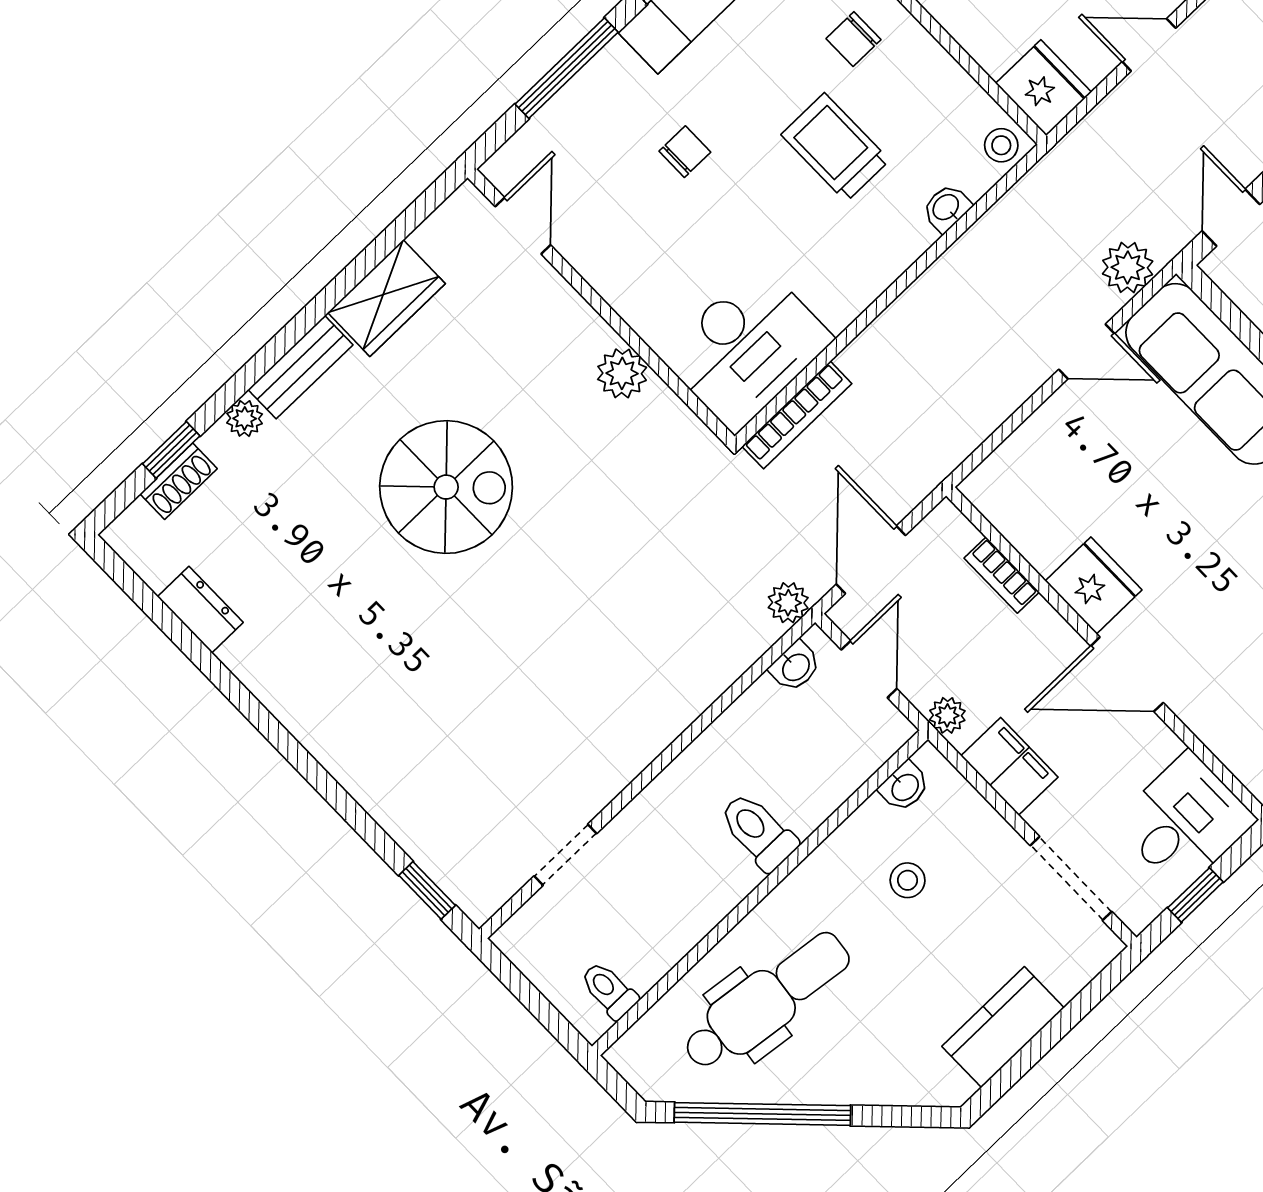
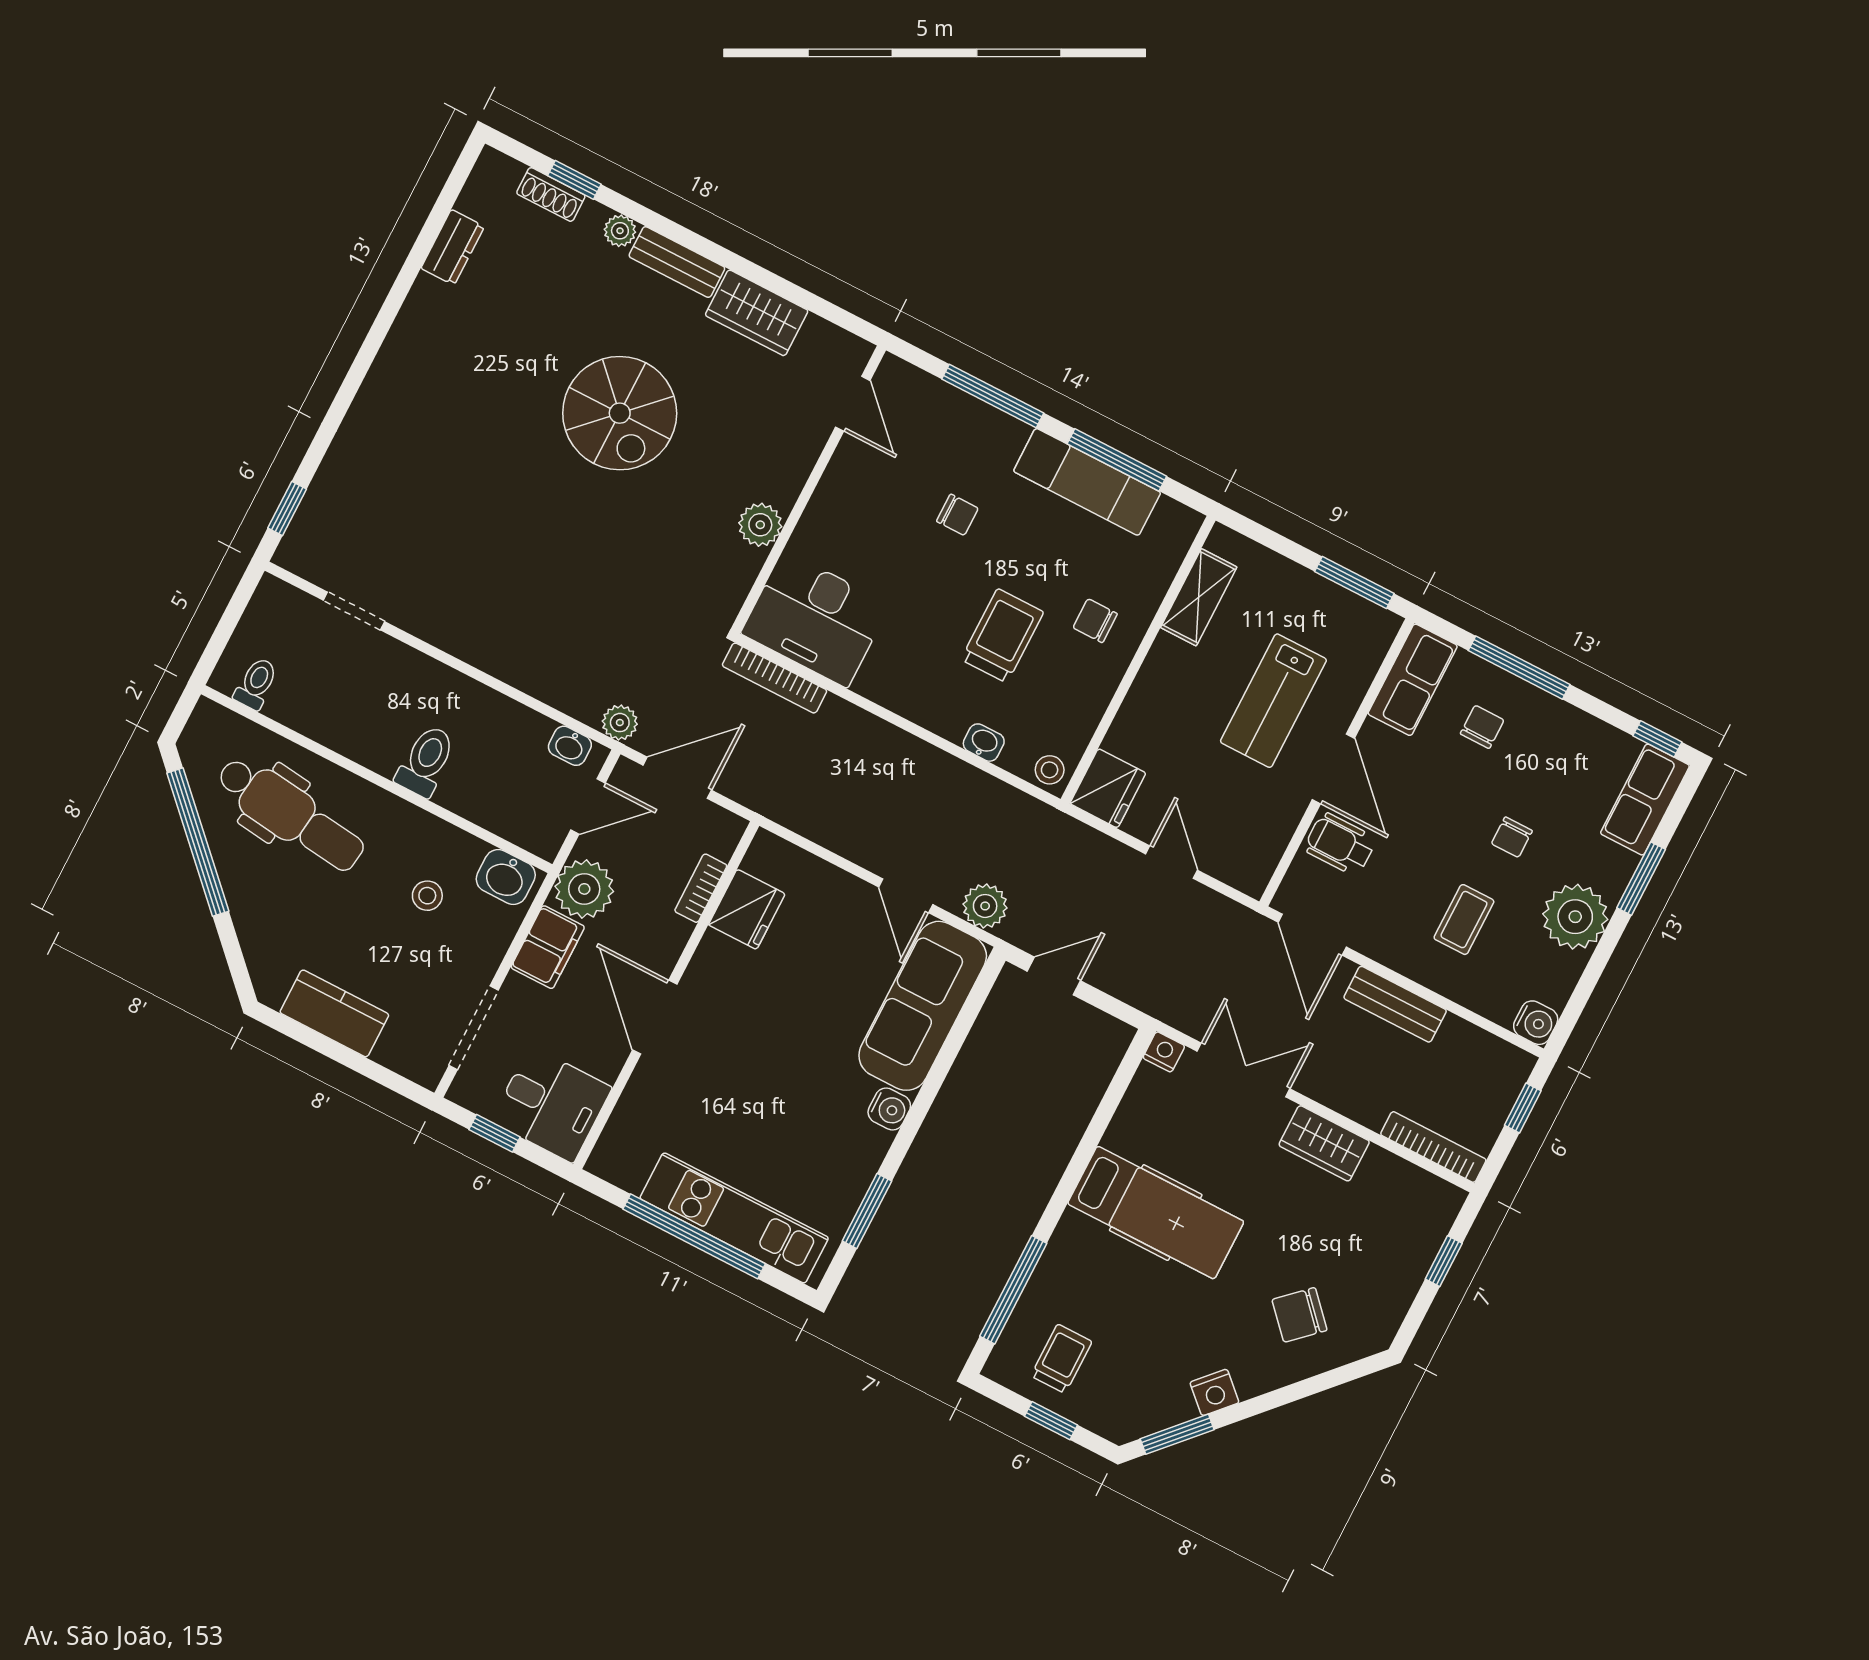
door: (523, 226) -> (853, 404), hinge flipped
fridge: (1094, 585) -> (747, 909), moved
plant: (947, 715) -> (584, 889), width x1.87, depth x1.87
washbasin: (904, 787) -> (506, 877), width x1.38, depth x1.45

